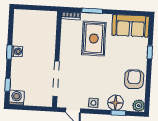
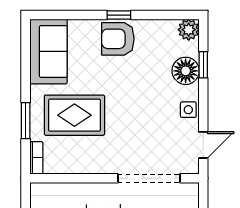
window: (150, 52) -> (119, 15), moved
armchair: (134, 79) -> (118, 39), moved

